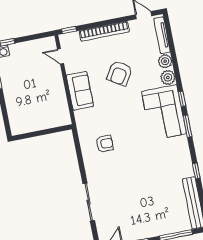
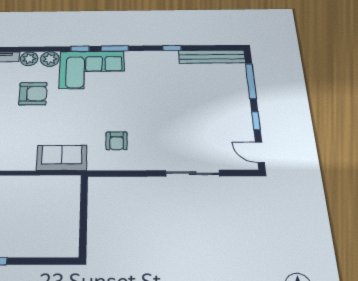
armchair: (120, 73) -> (33, 94), moved, turned -32
sofa: (80, 91) -> (62, 158), moved
armchair: (105, 144) -> (117, 141), turned 180

